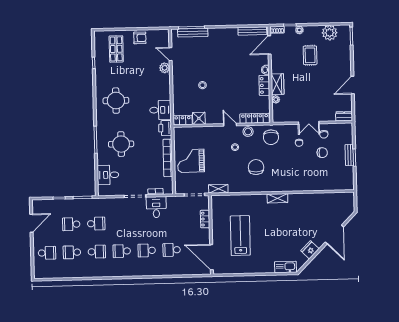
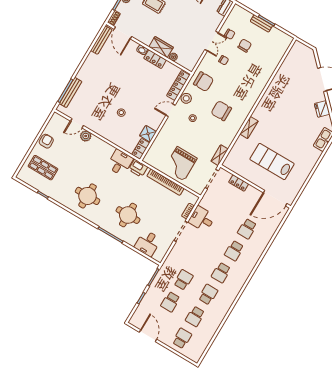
shelving: (277, 198) -> (249, 128), moved

